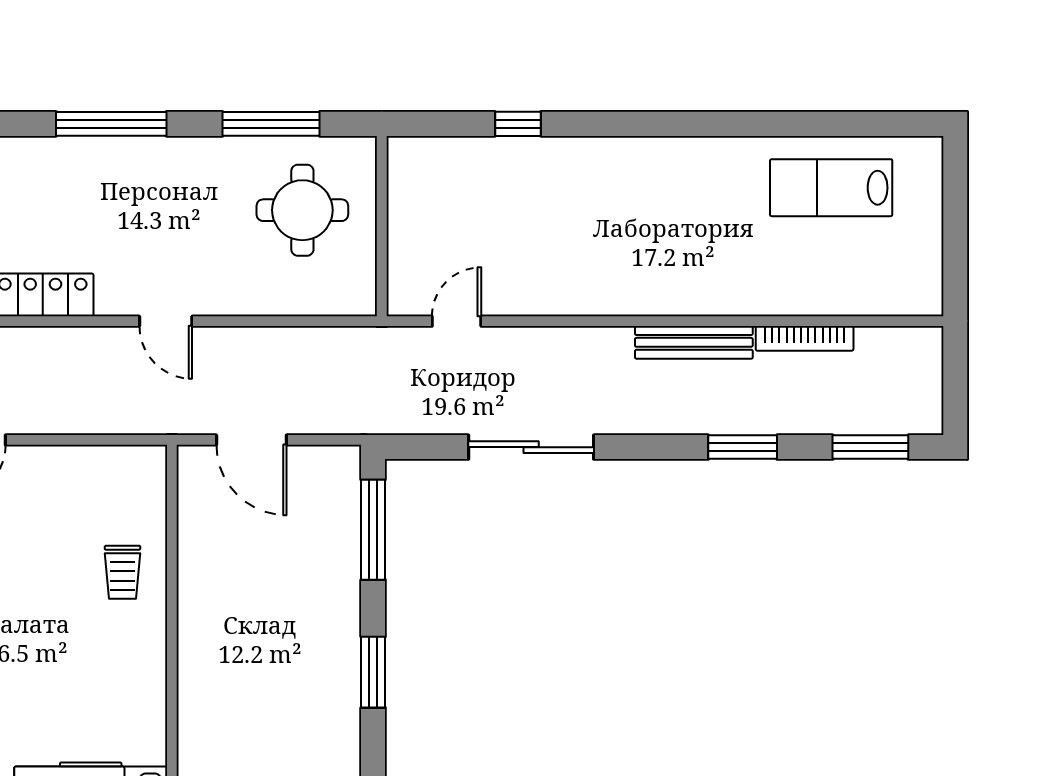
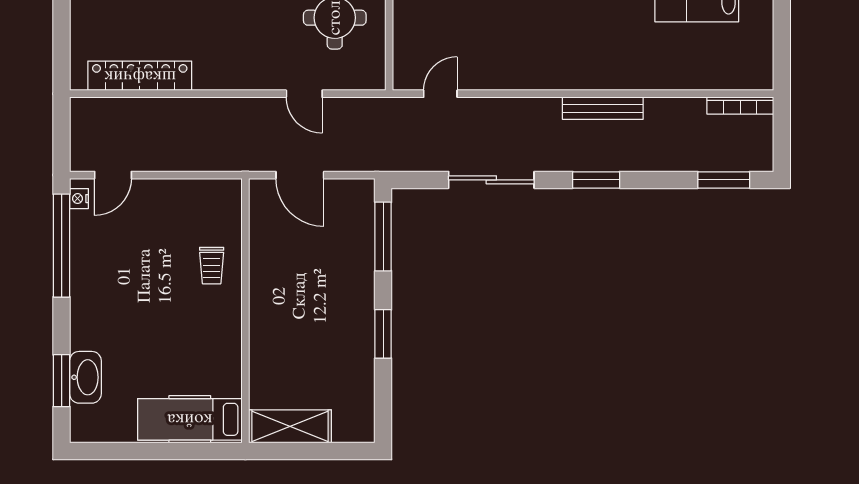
door: (166, 321) -> (304, 94), moved
bookcase: (805, 338) -> (740, 105), moved
window: (743, 447) -> (596, 180), moved

